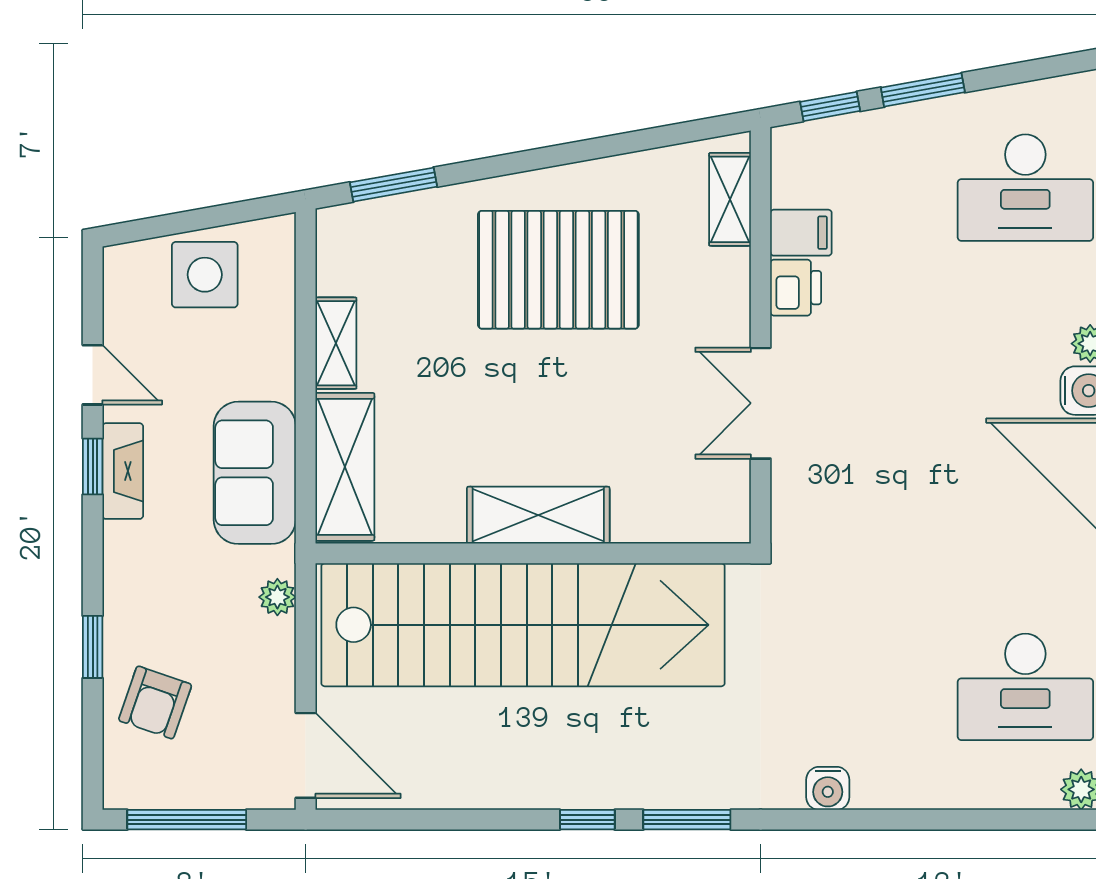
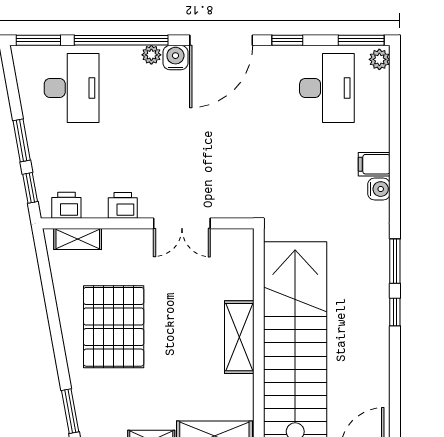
printer: (796, 177) -> (66, 205), added
filing cabinet: (801, 233) -> (374, 164), moved, turned -90

